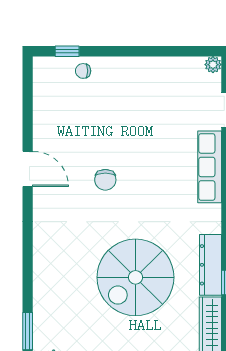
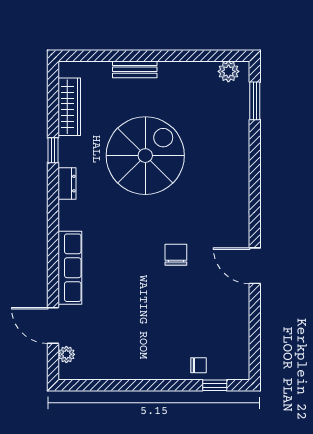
plant: (213, 65) -> (66, 354), moved
dresser: (210, 265) -> (67, 184), width x0.51, depth x0.80

